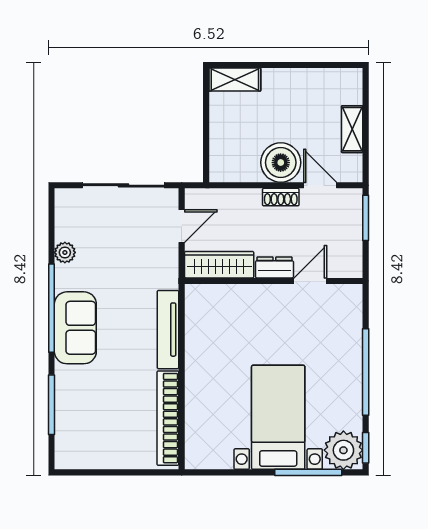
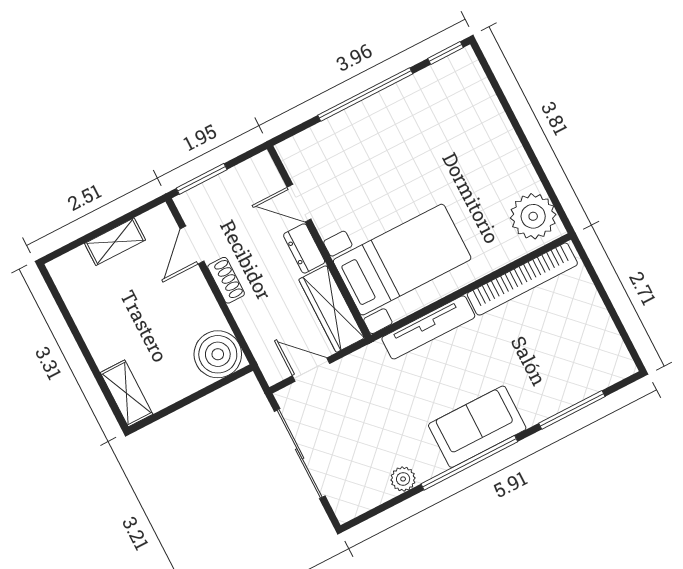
boiler: (281, 163) -> (218, 354), moved
bed with nightstands: (278, 417) -> (402, 260), moved, turned 180
plant: (343, 450) -> (533, 216), moved
window: (308, 472) -> (503, 100), removed

